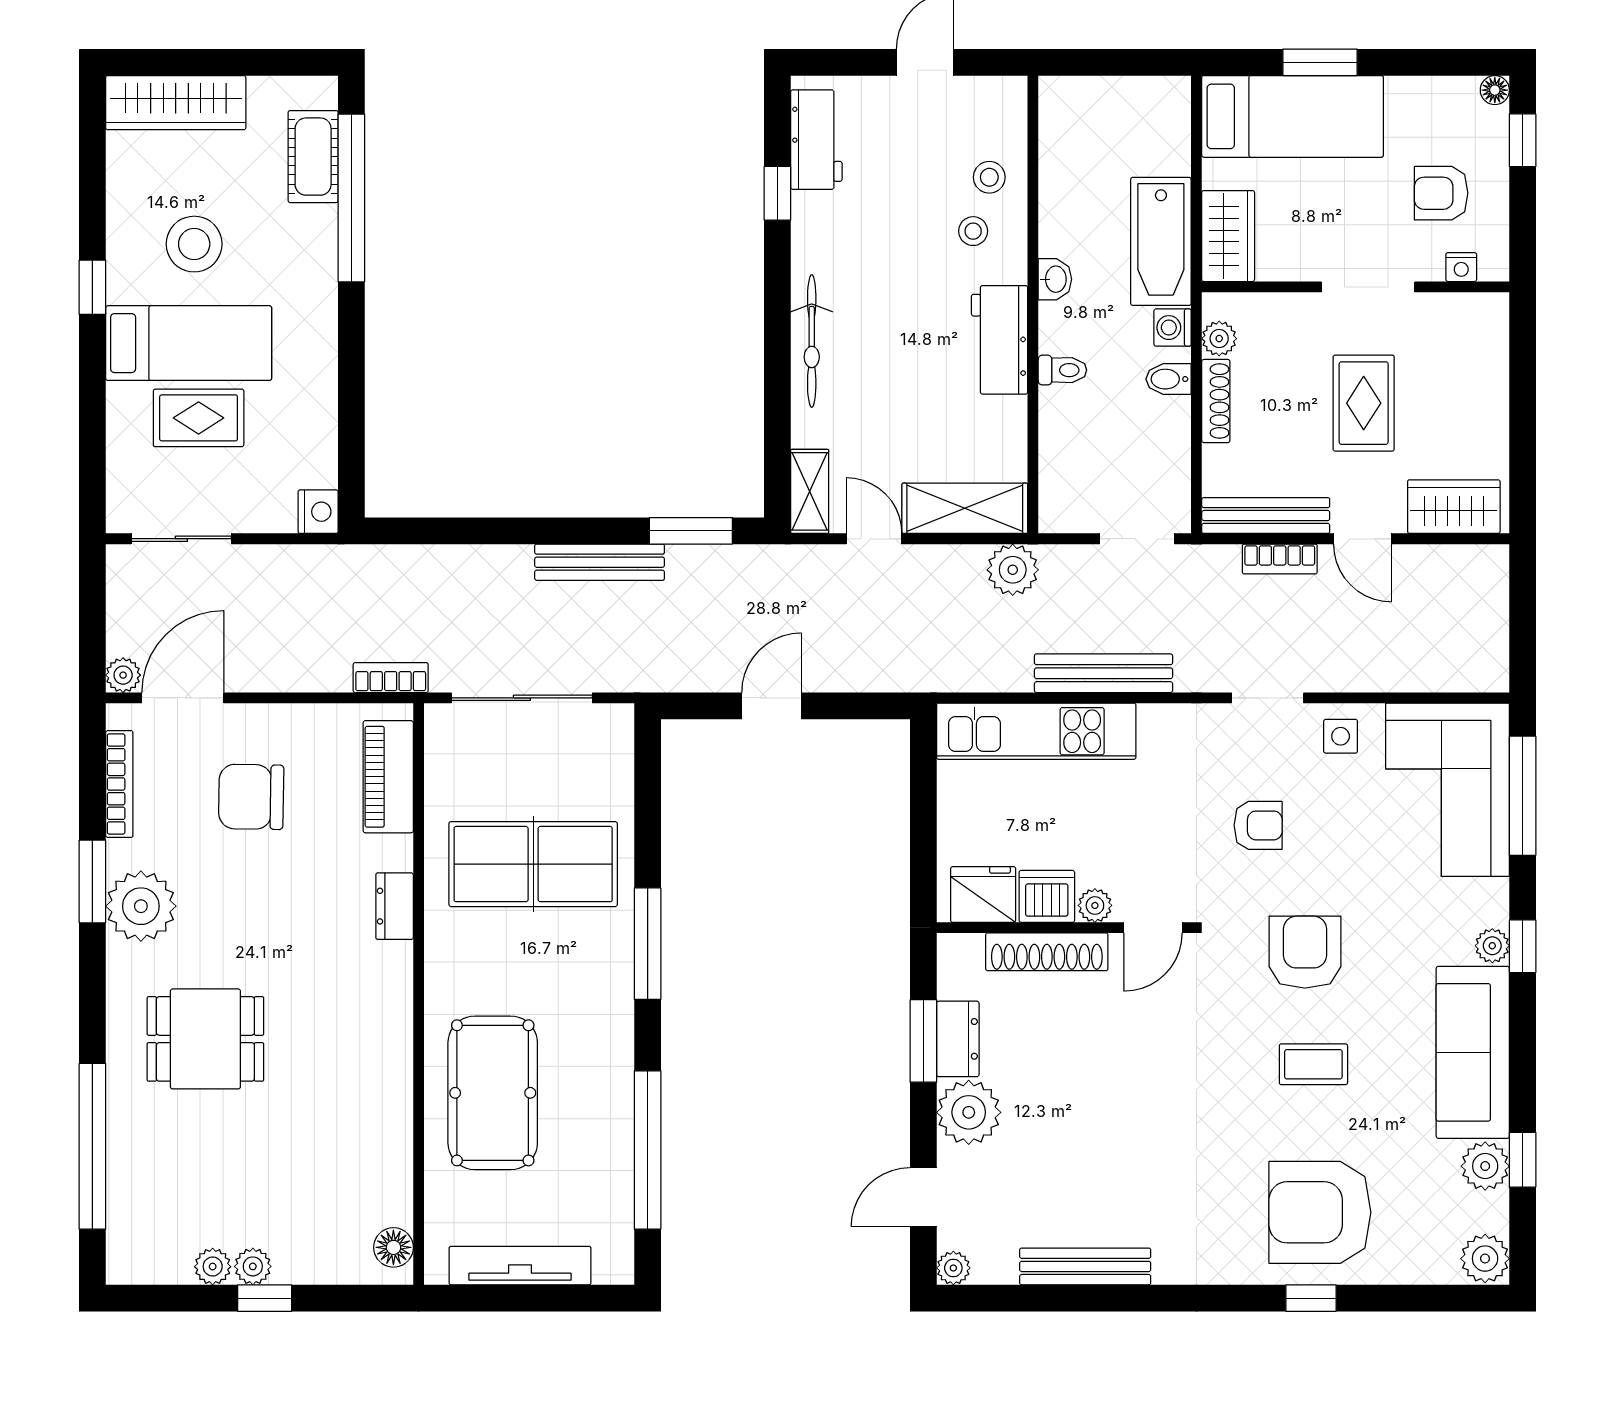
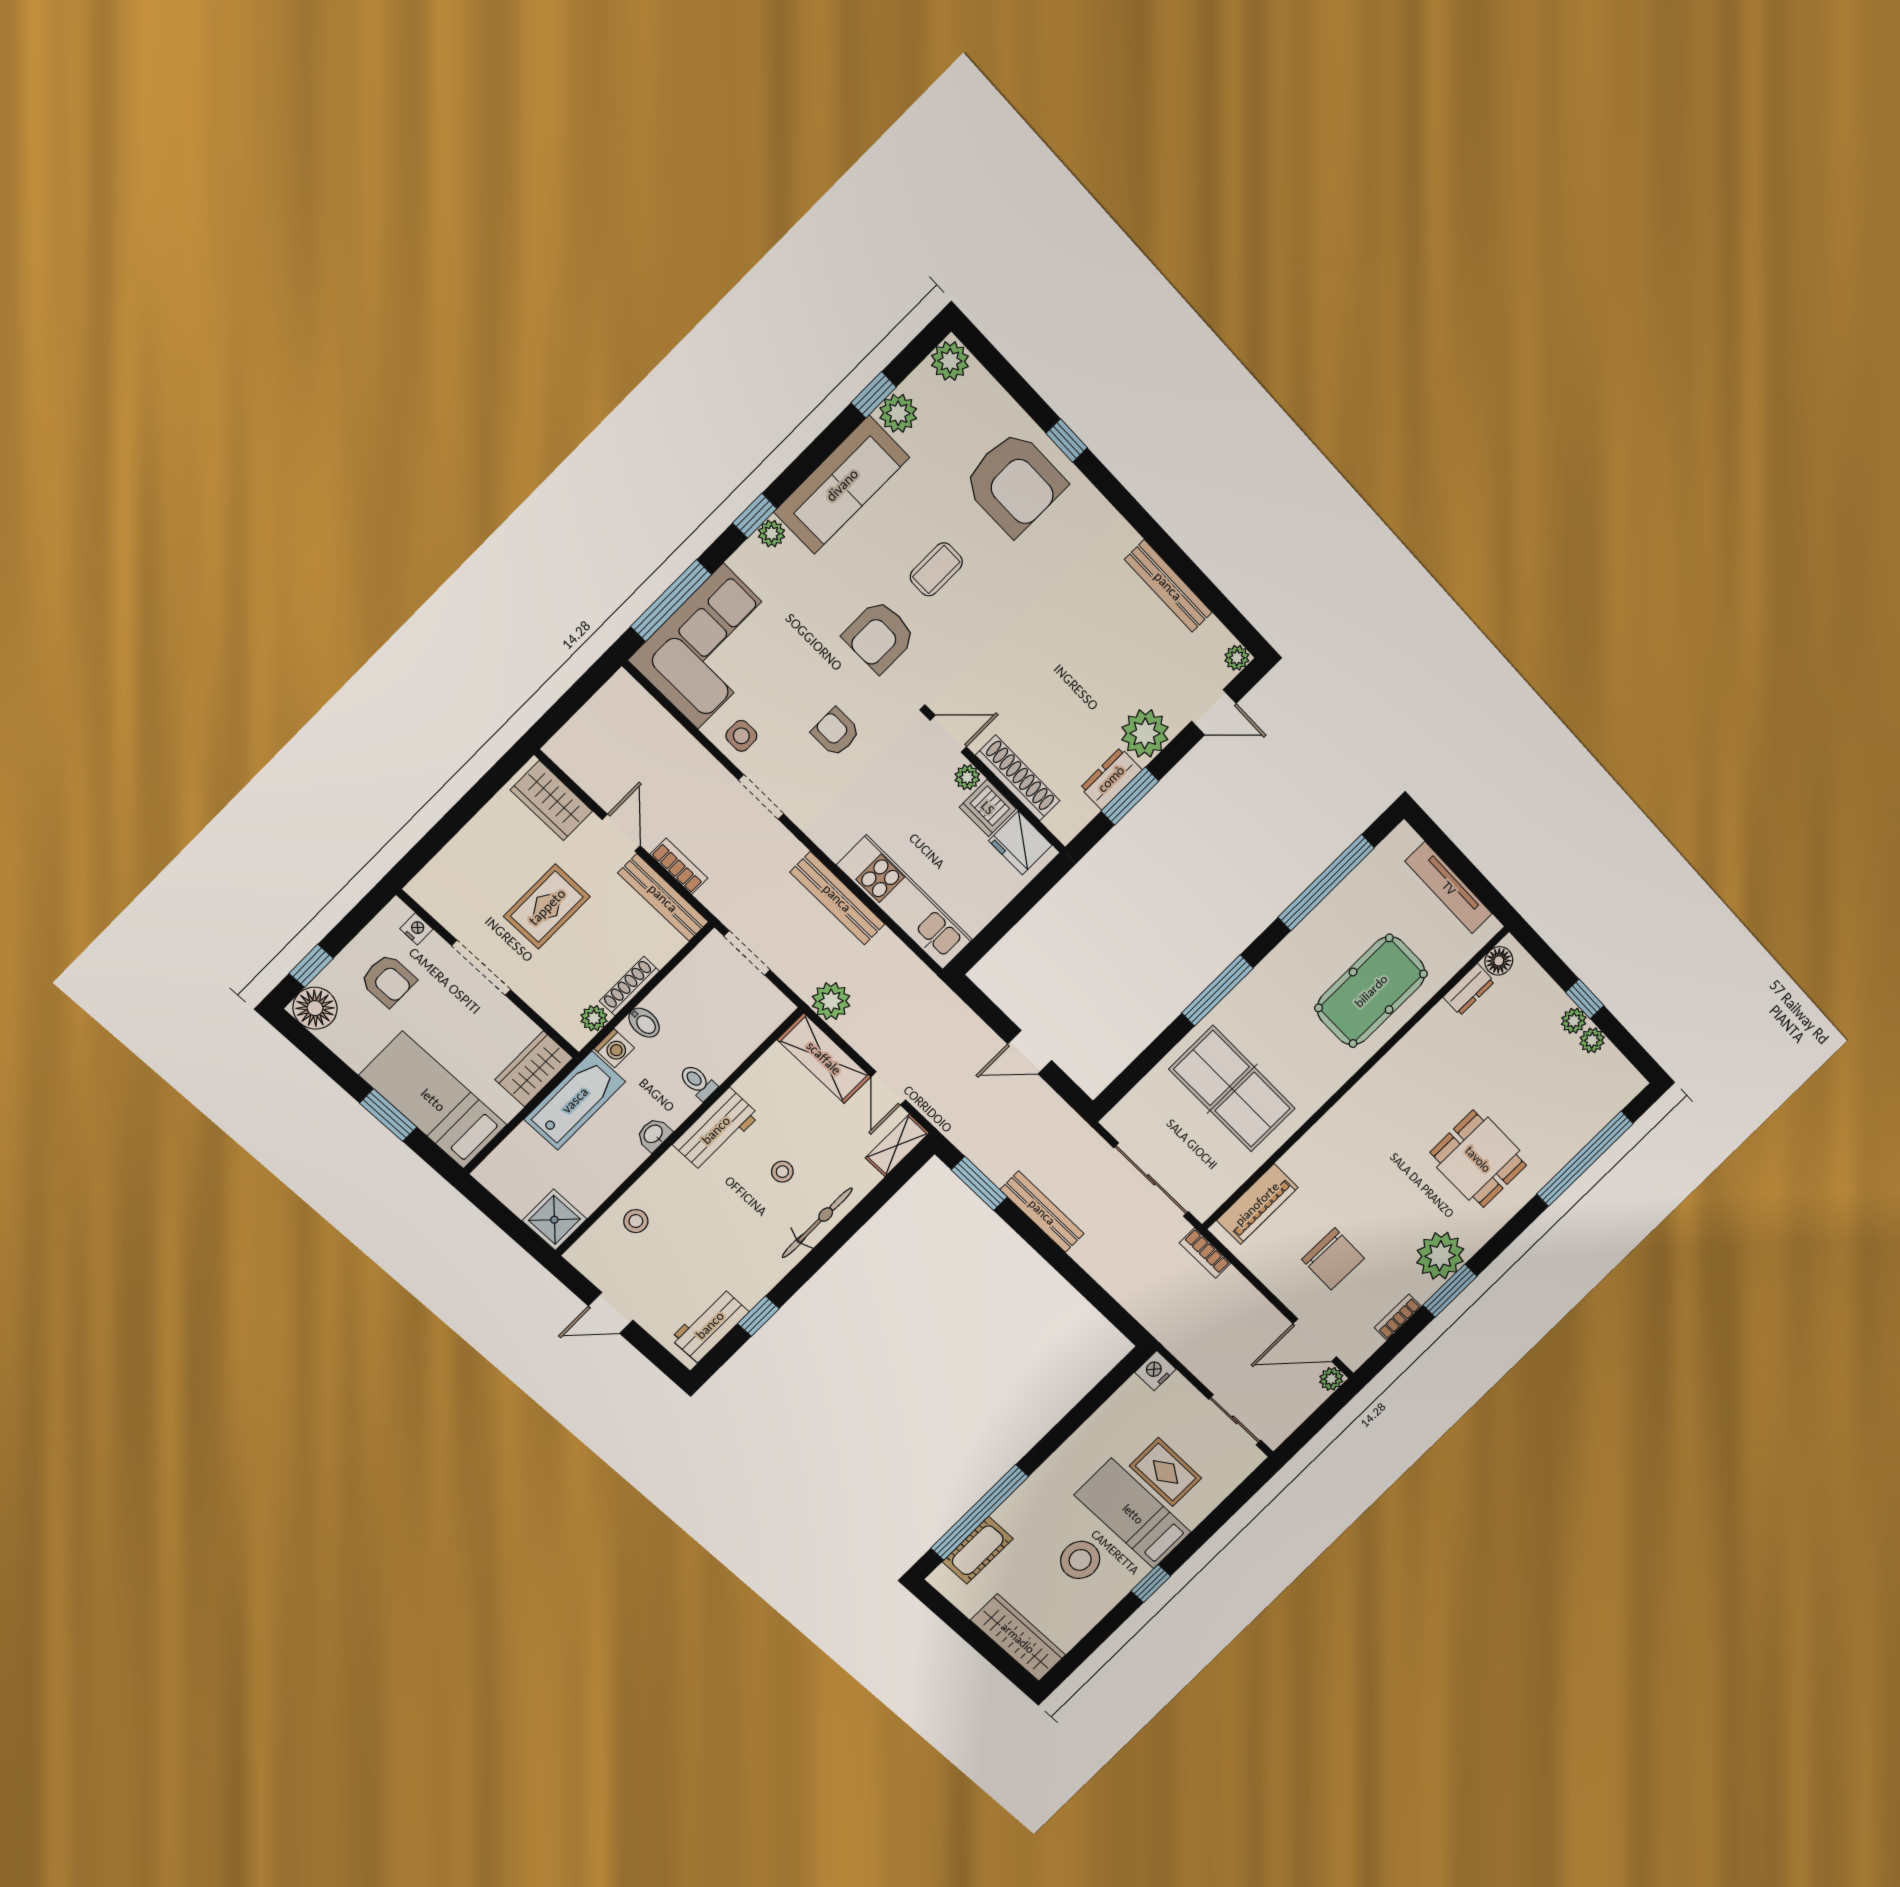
floor lamp: (1495, 90) -> (315, 1008), width x1.89, depth x1.89
shower: (1068, 106) -> (554, 1220), added
stool: (973, 231) -> (782, 1172), moved
bookcase: (119, 784) -> (1398, 1317), width x0.64
dresser: (395, 906) -> (1469, 989), moved
coffee table: (1313, 1064) -> (936, 569), turned 90

